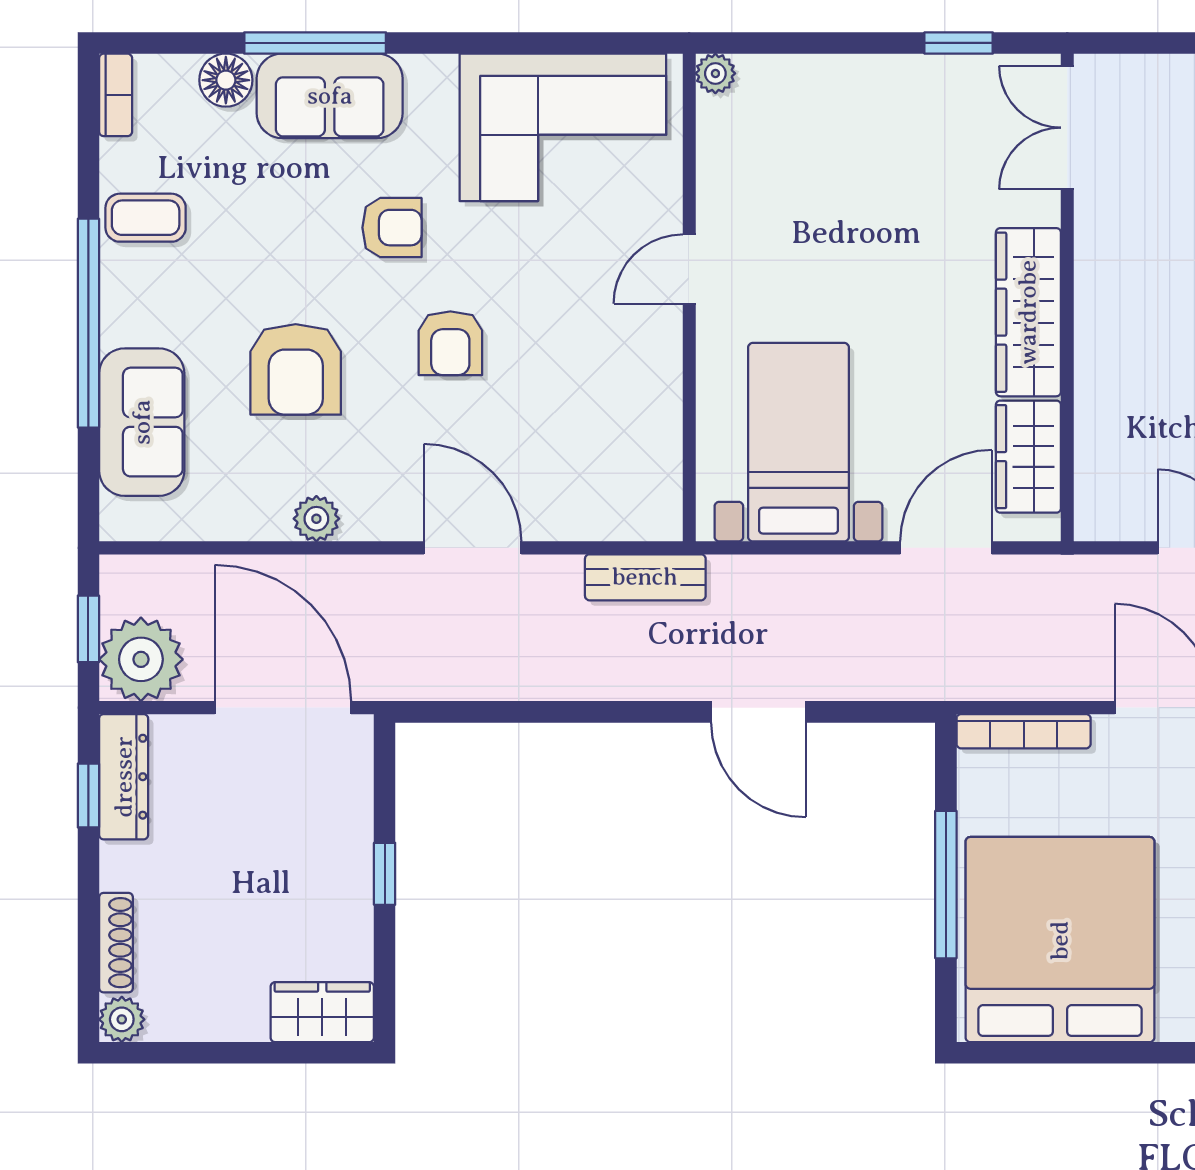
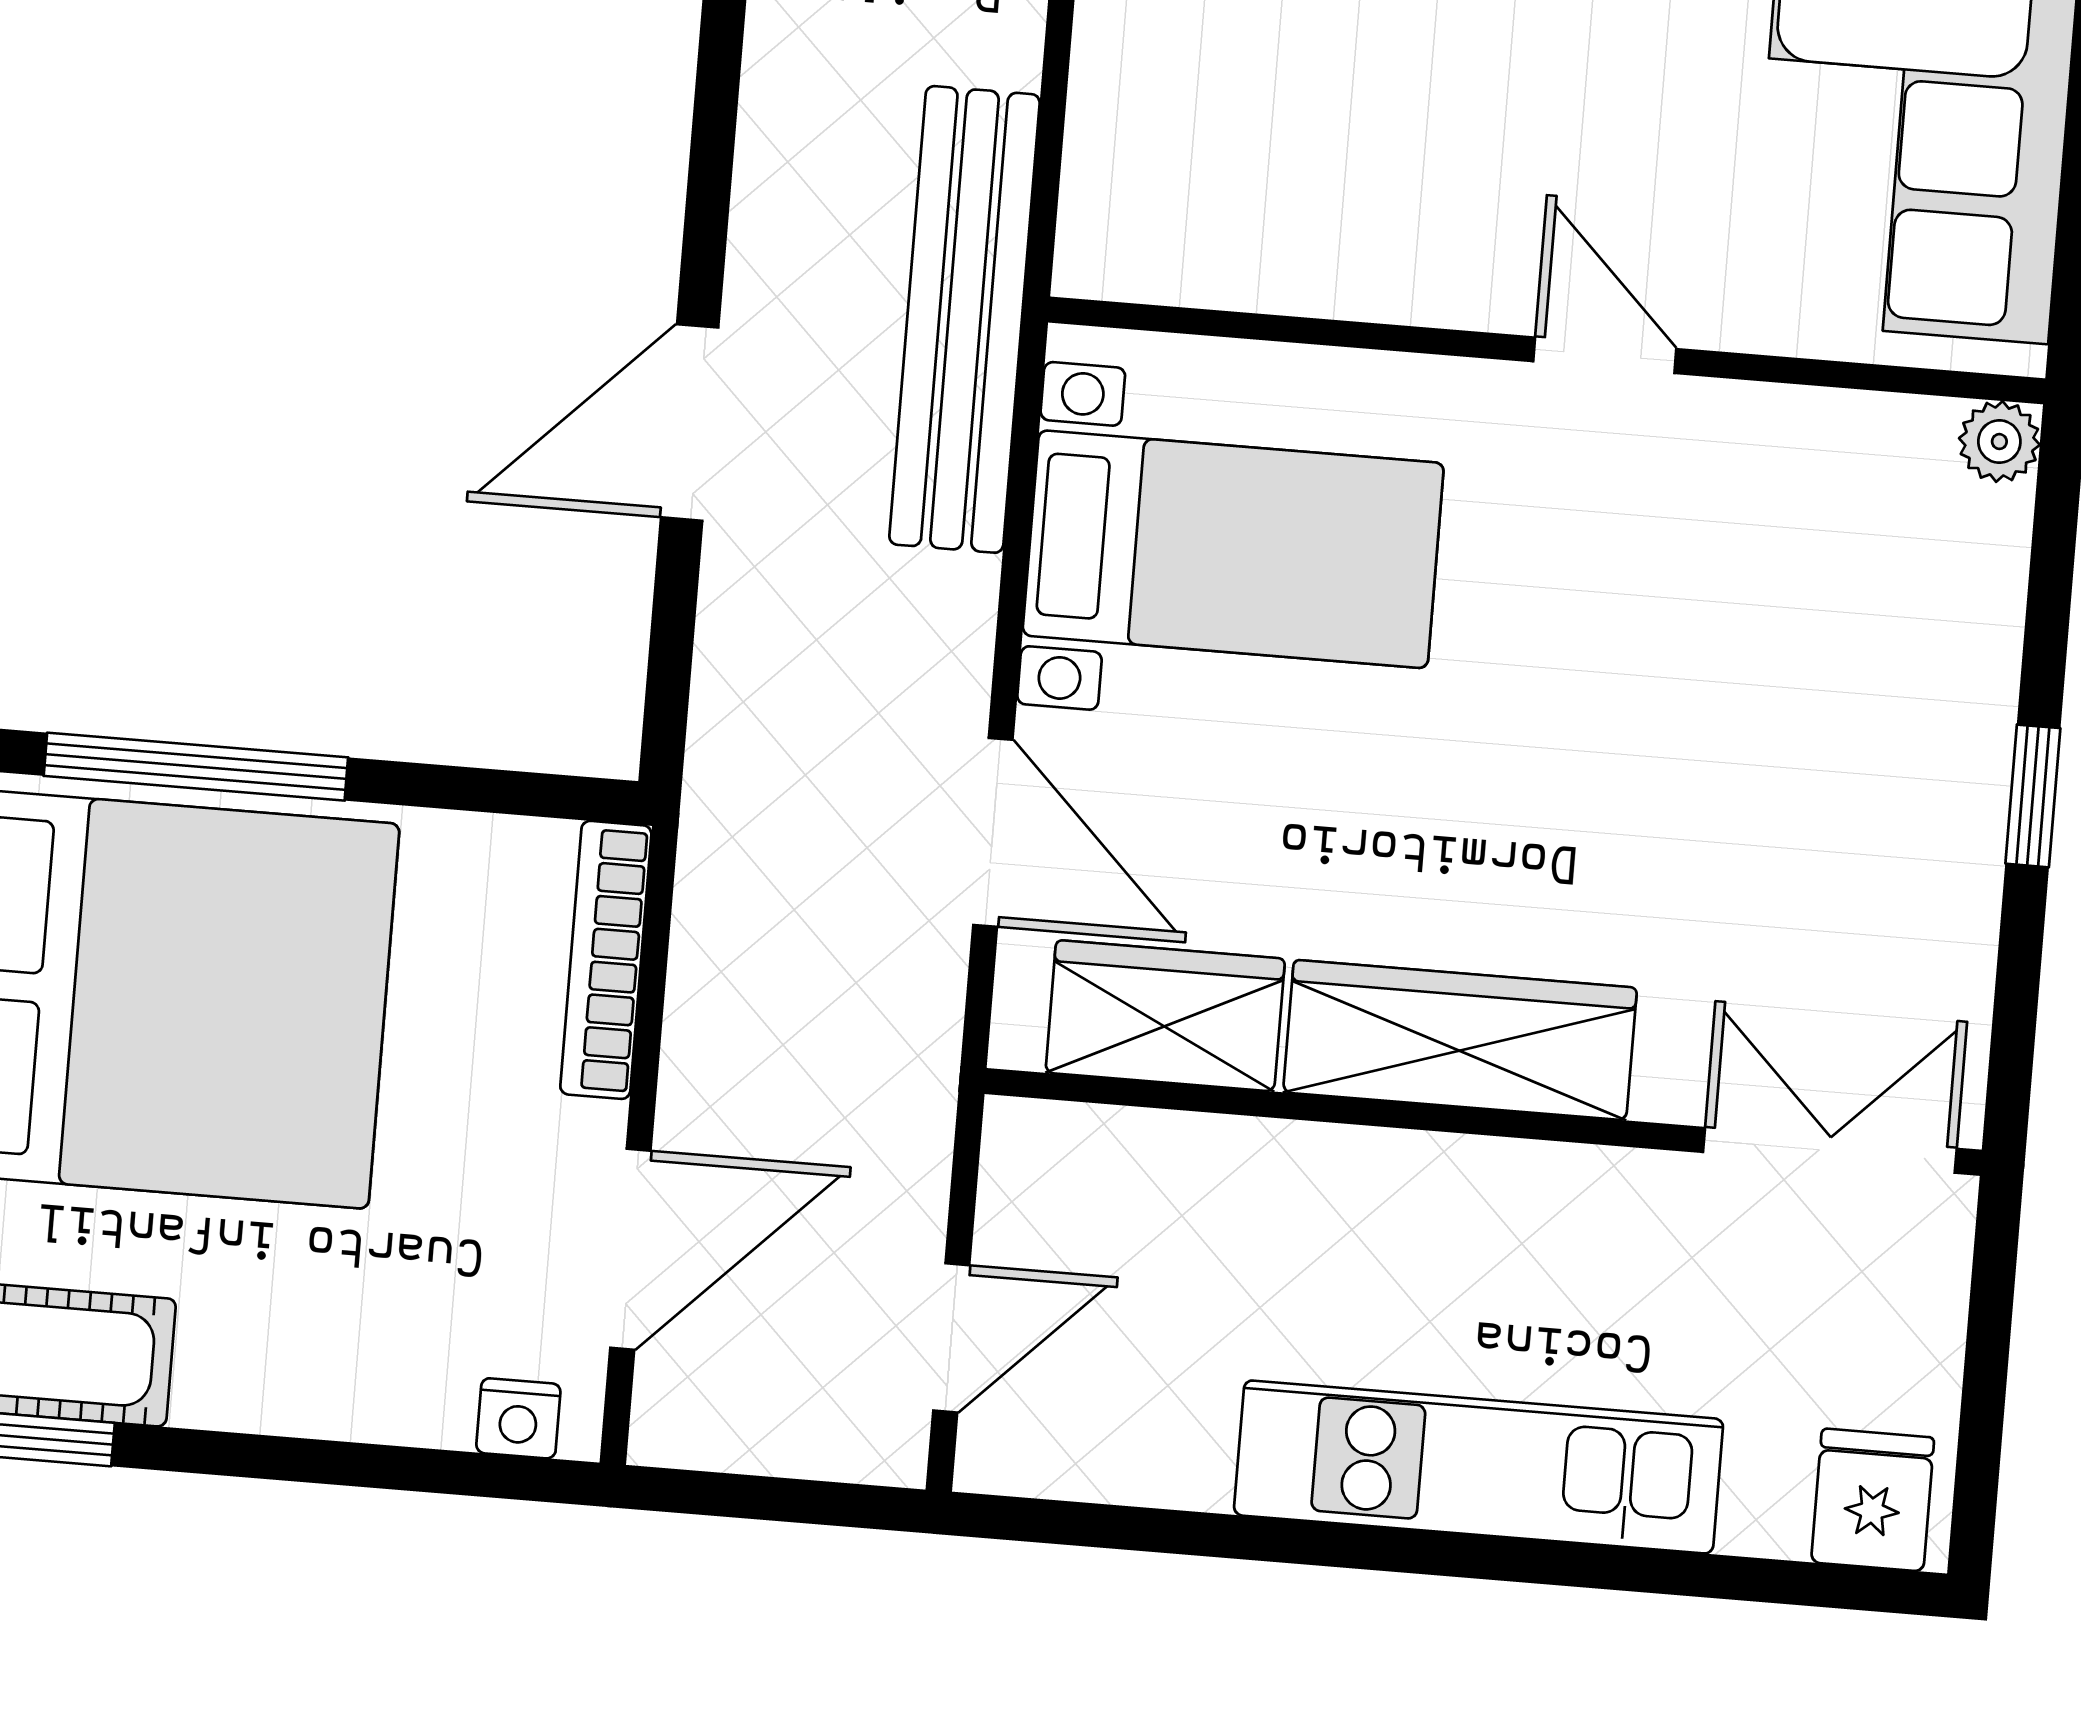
window: (959, 43) -> (2033, 796), moved
bench: (645, 577) -> (964, 319), width x1.86, depth x1.21
window: (946, 885) -> (196, 767), moved

